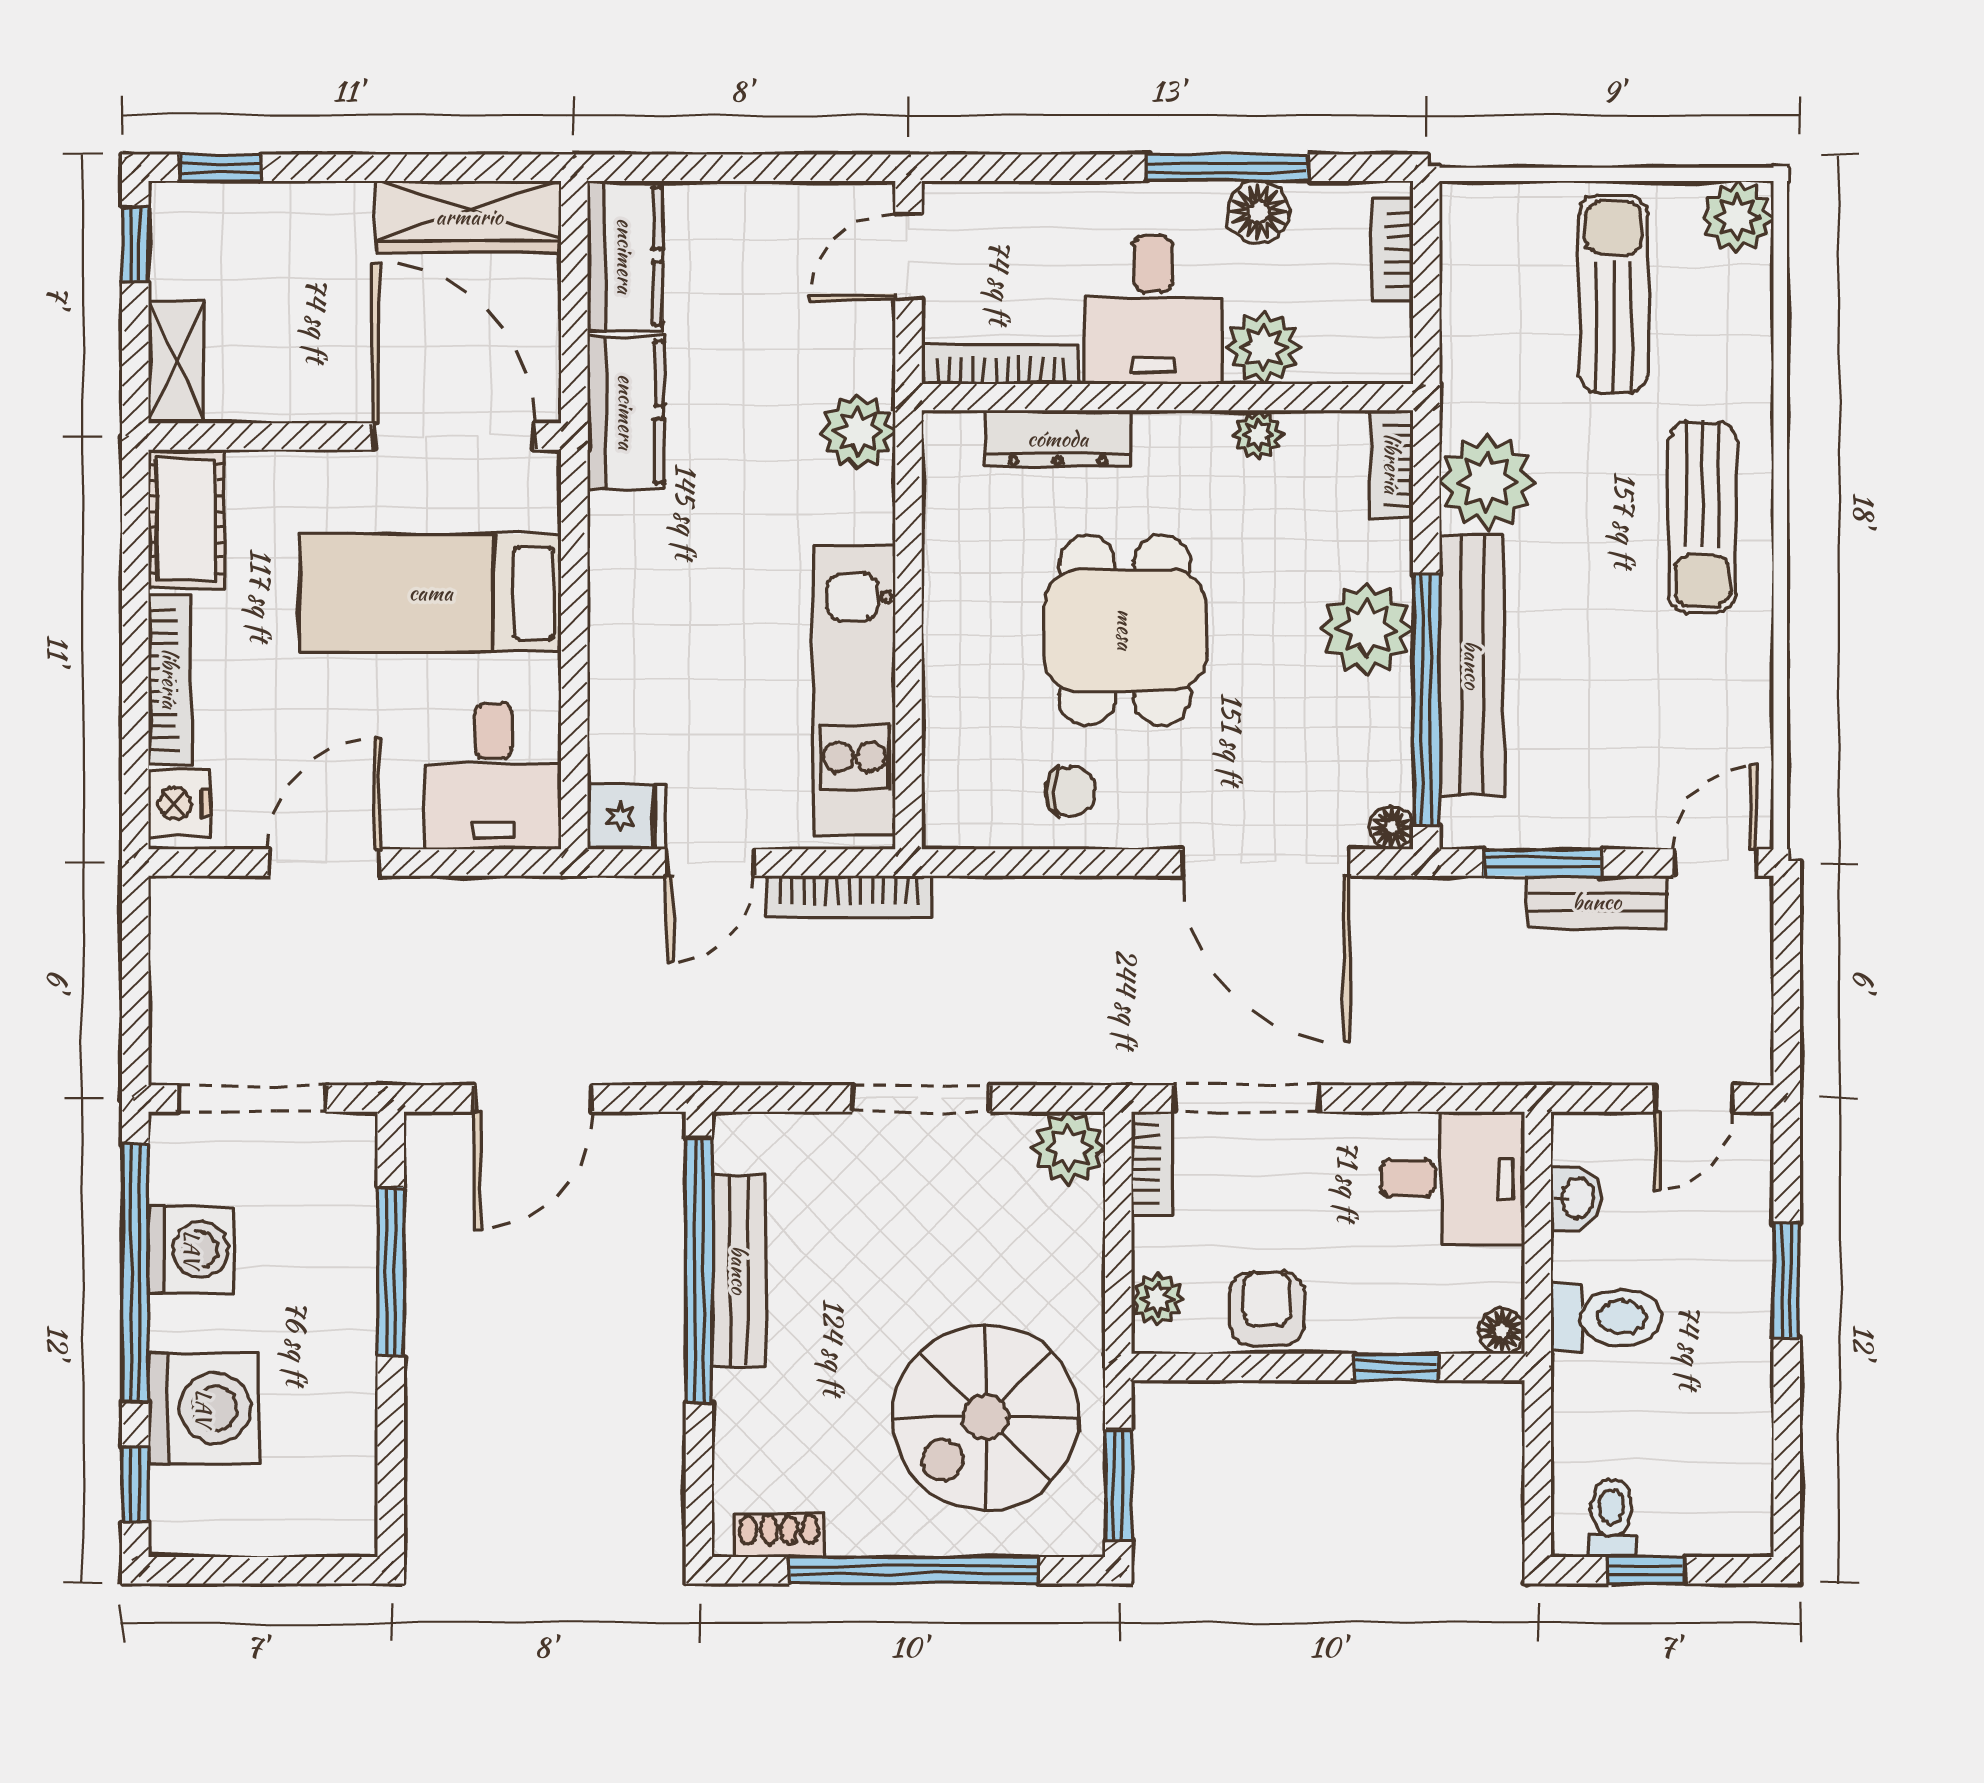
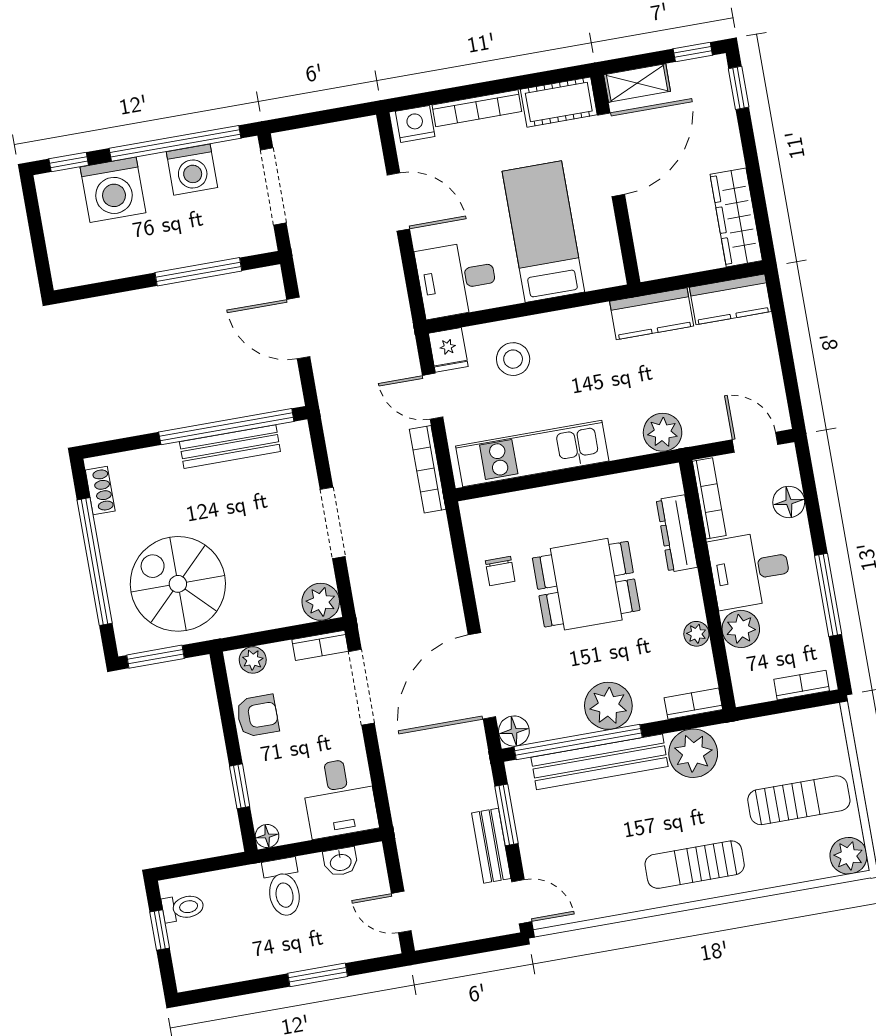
floor lamp: (1258, 212) -> (789, 502), moved
door: (454, 436) -> (611, 155), moved
stool: (666, 695) -> (513, 359), added
floor lamp: (1391, 828) -> (514, 731), width x1.37, depth x1.37

